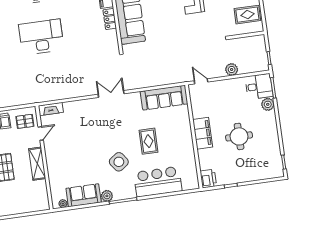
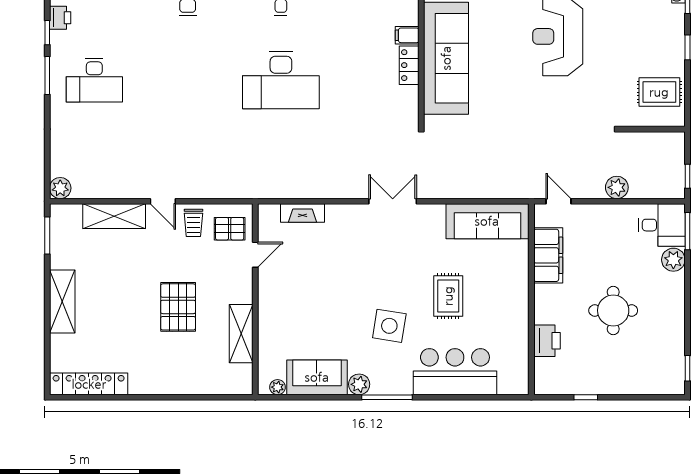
desk: (41, 37) -> (281, 80), turned 180
fireplace: (51, 109) -> (302, 213), moved
filing cabinet: (203, 133) -> (548, 255), moved
side table: (119, 162) -> (389, 326), turned 45
shelving: (37, 164) -> (241, 334), moved
printer: (208, 179) -> (547, 341), moved

